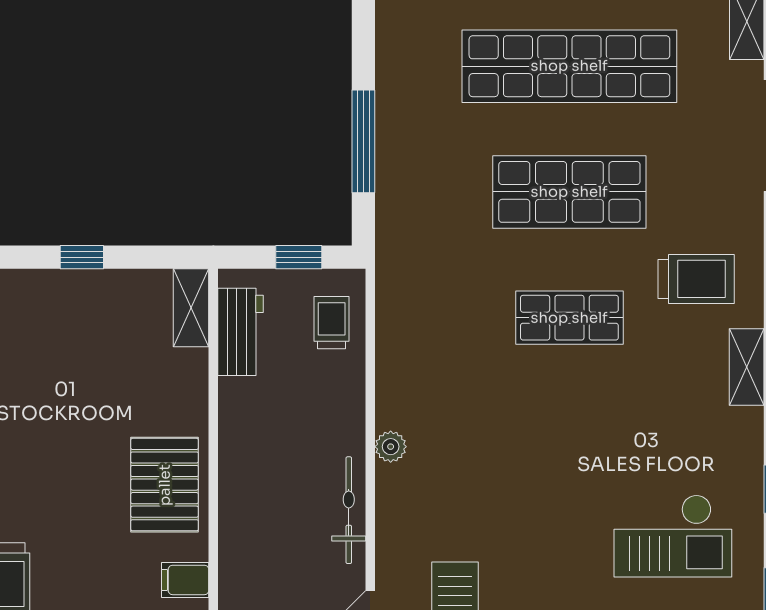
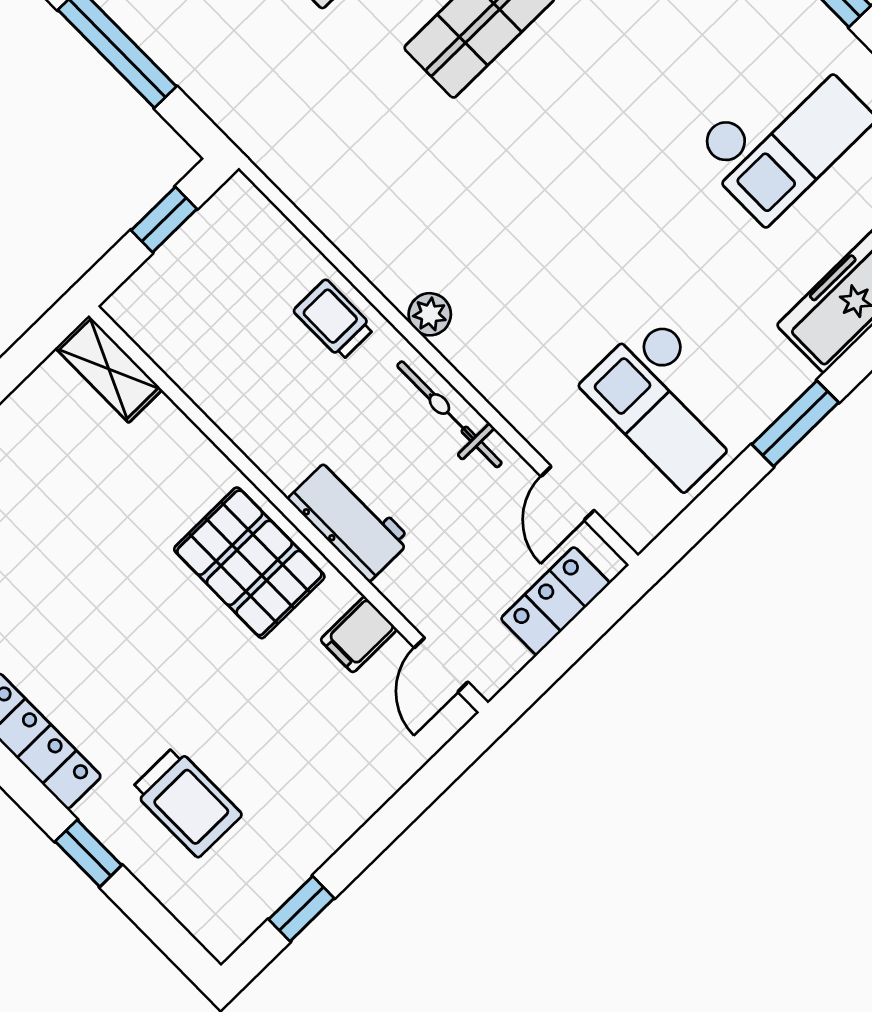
trolley: (332, 323) -> (334, 320), moved
workbench: (241, 332) -> (350, 520), moved

